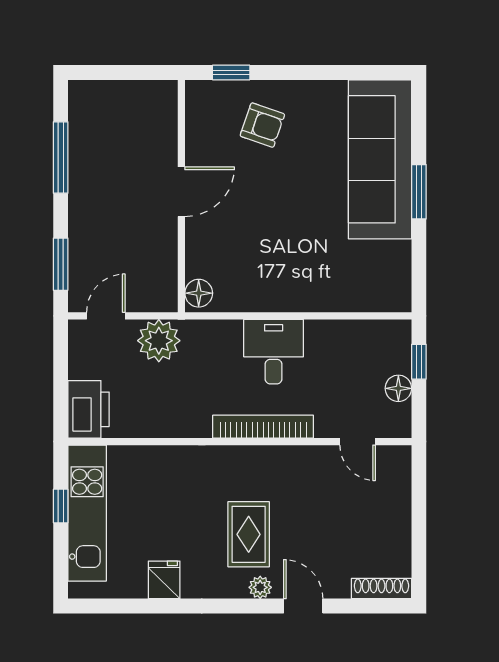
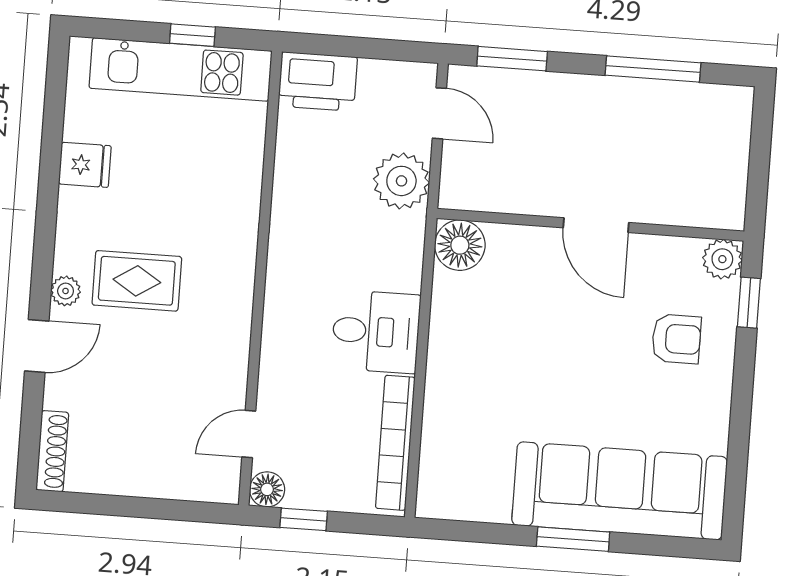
plant: (200, 95) -> (722, 259), added
armchair: (262, 125) -> (676, 339), turned -109
floor lamp: (199, 293) -> (460, 245), width x1.38, depth x1.38
window: (419, 362) -> (304, 519), moved
floor lamp: (398, 388) -> (267, 489), moved
bookcase: (263, 427) -> (395, 443), moved, turned 180

